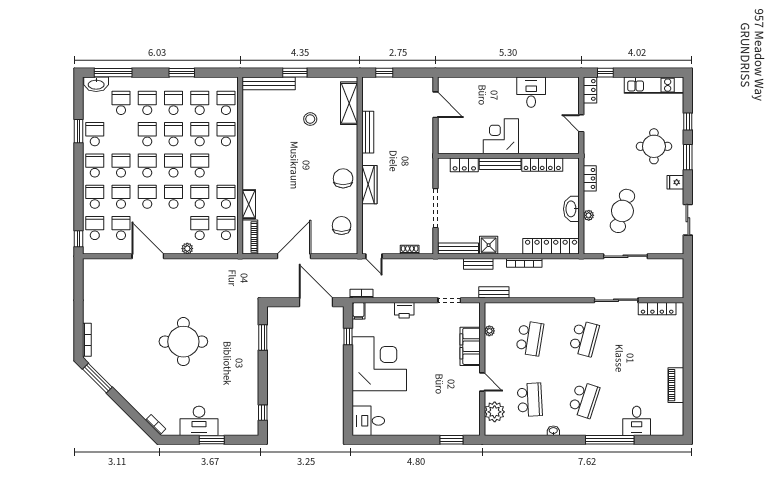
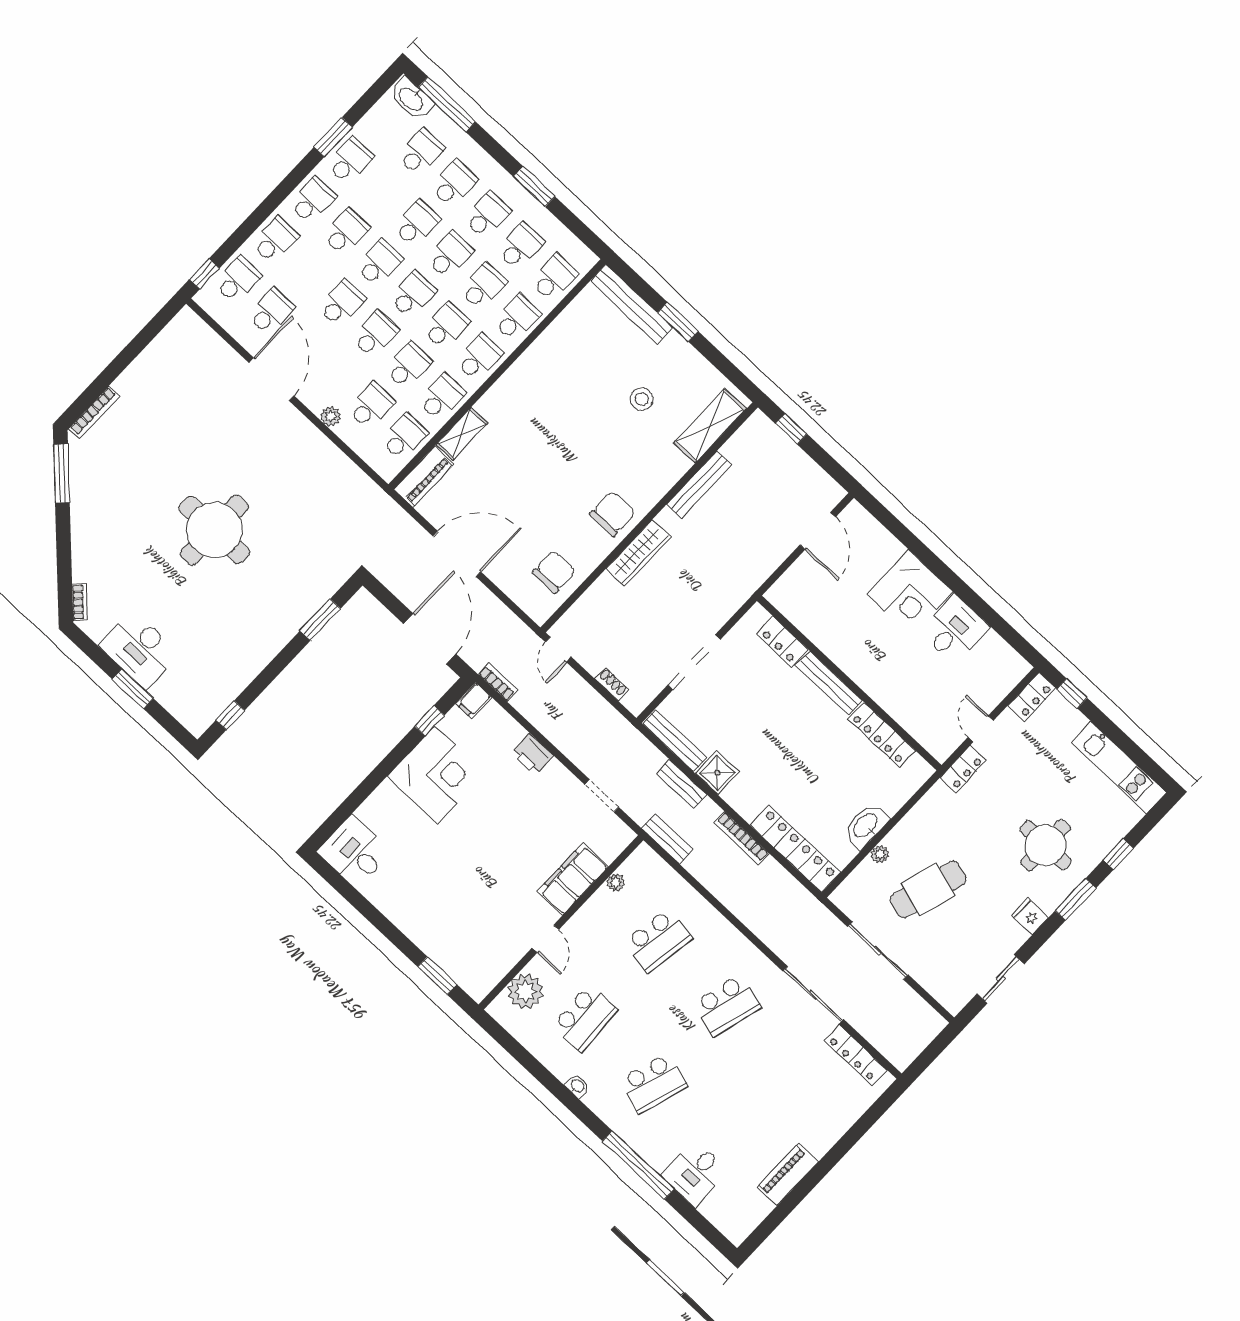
corner desk: (501, 136) -> (910, 593), moved, turned 180
locker: (590, 178) -> (963, 769), moved
school desk: (121, 197) -> (479, 357), moved
corner desk: (379, 364) -> (436, 775), width x0.74, depth x0.74

